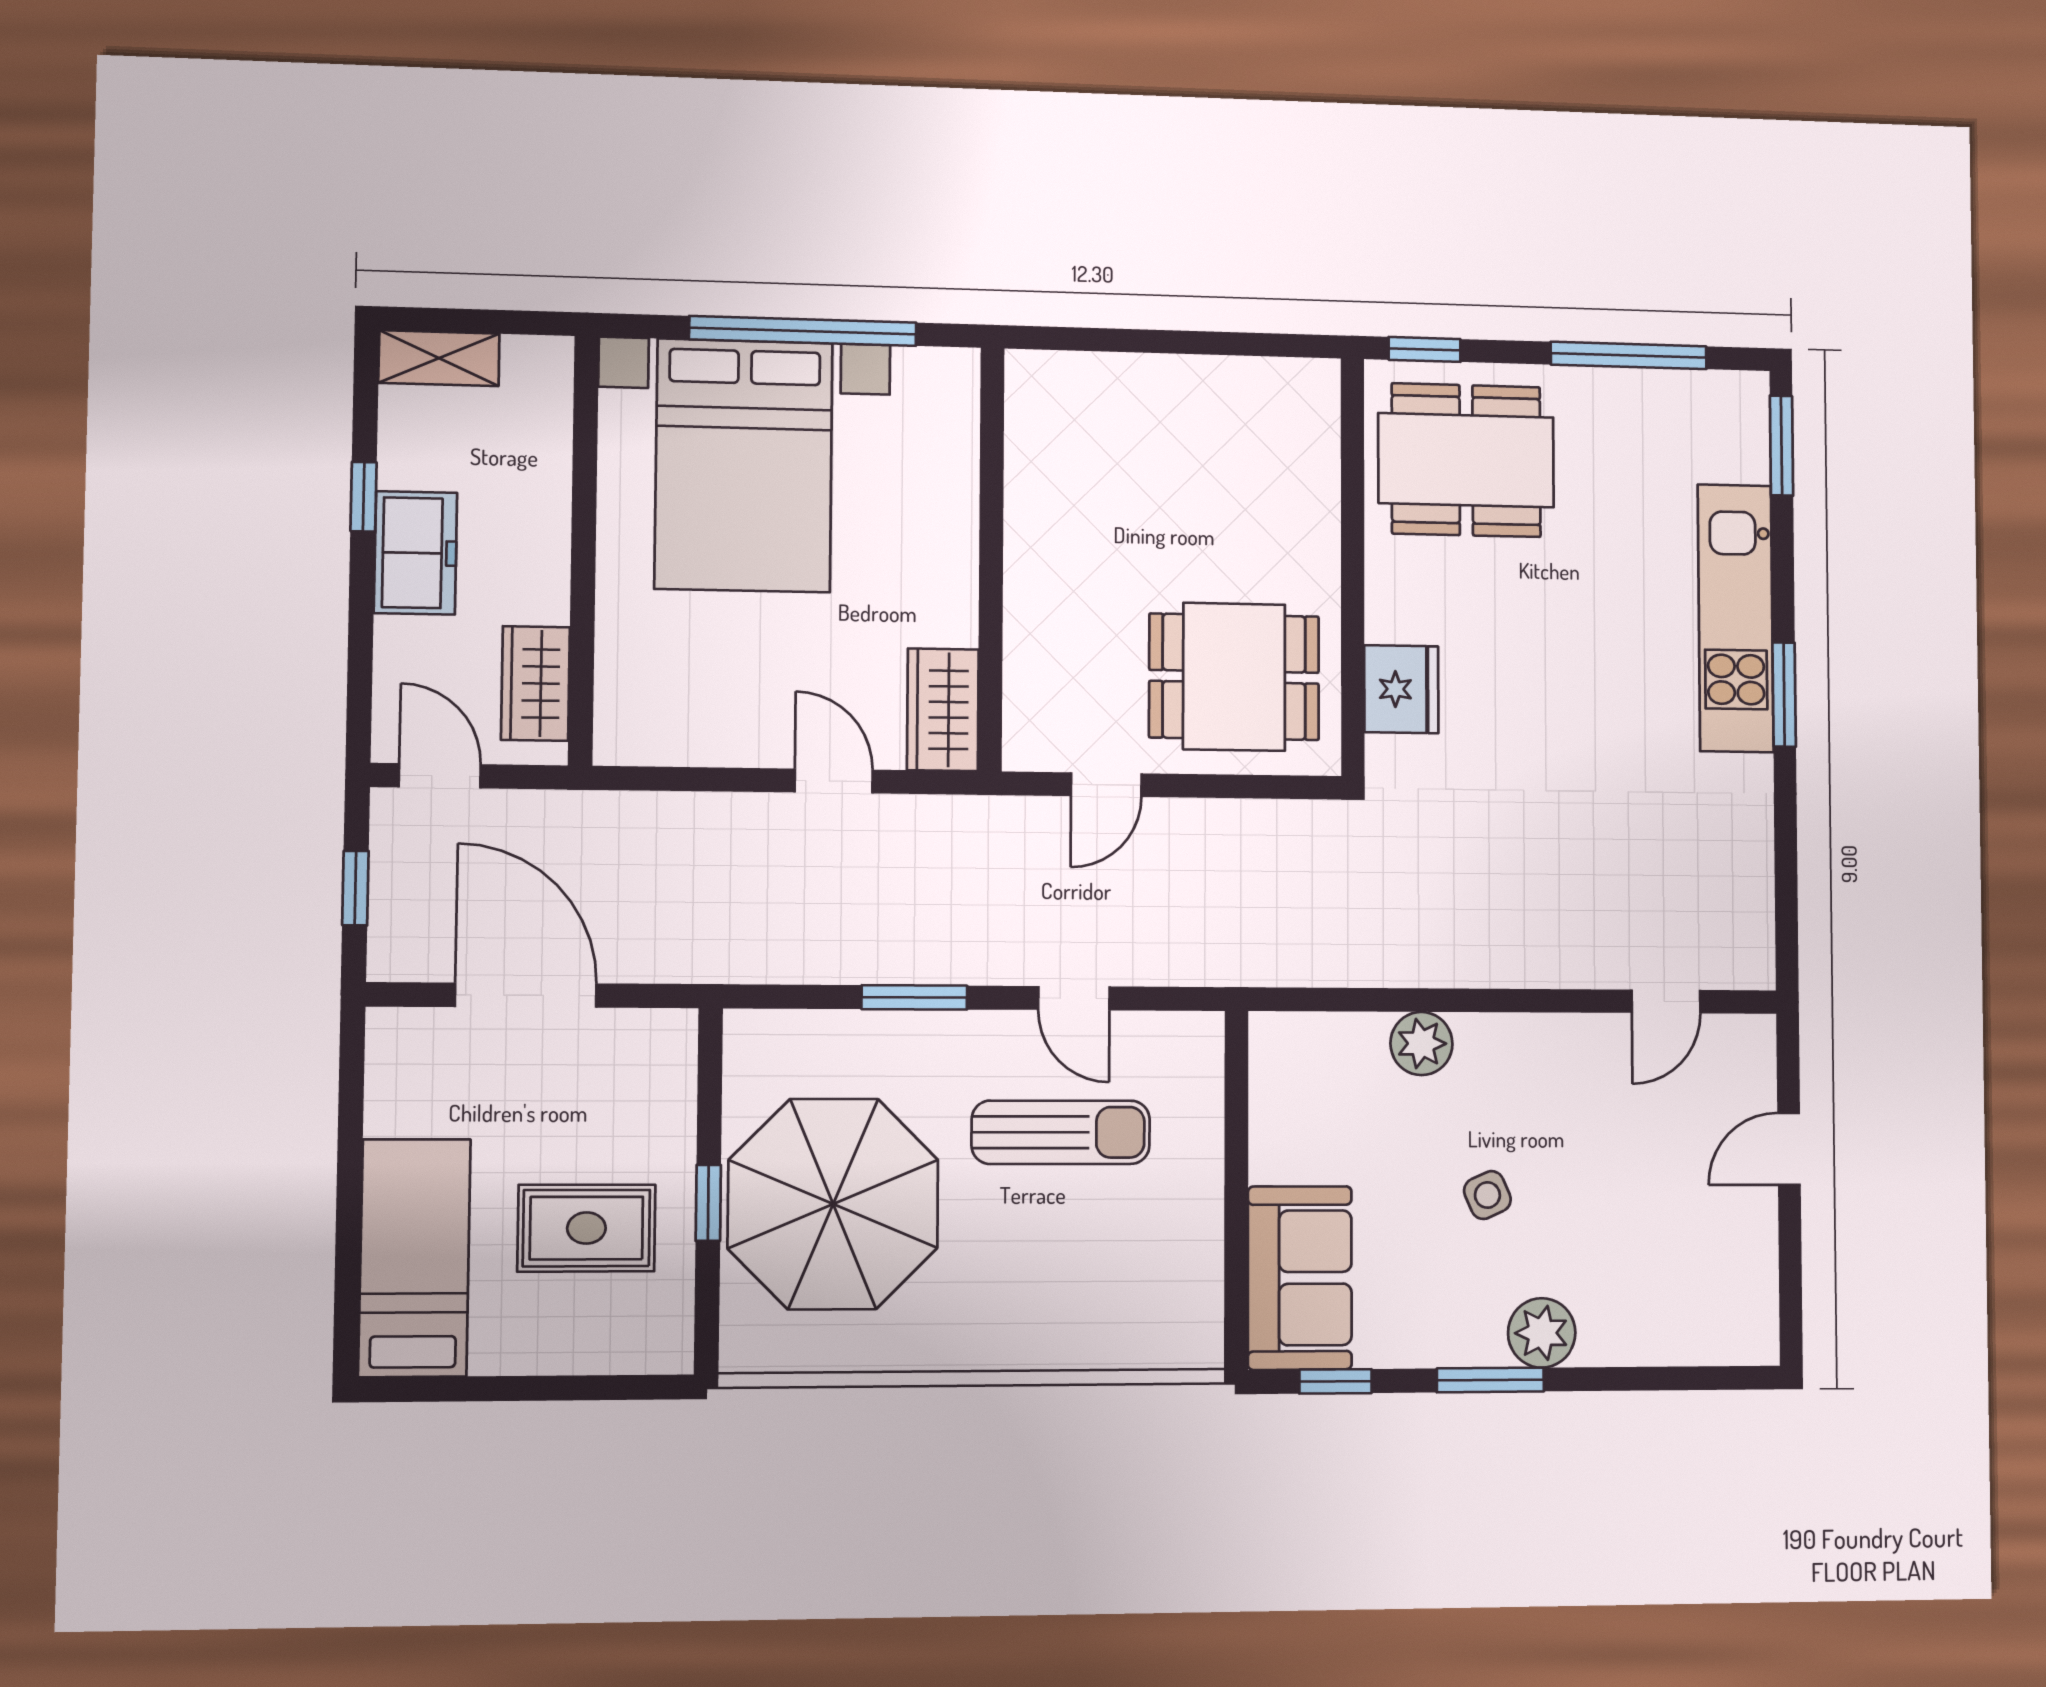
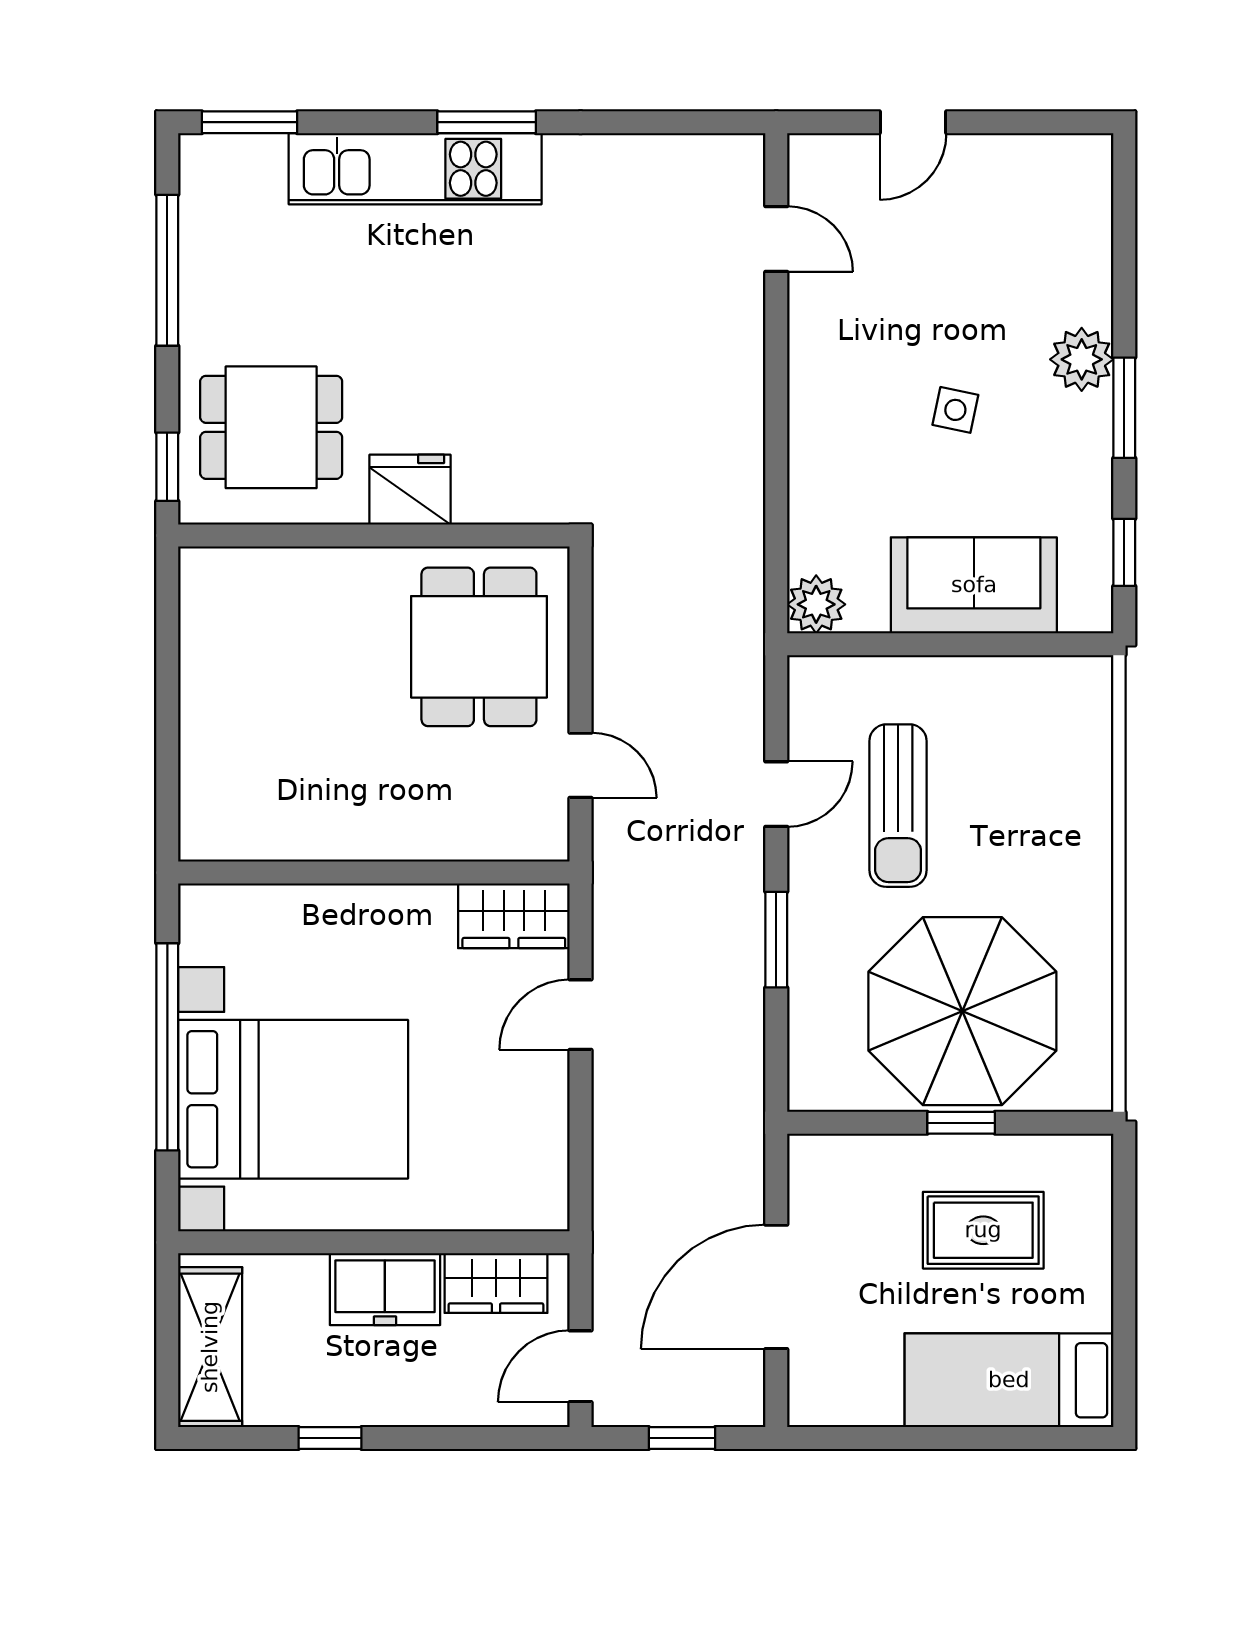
shelving: (439, 358) -> (210, 1347), width x1.50, depth x1.33
dining table: (1466, 460) -> (271, 427), width x0.73
freezer: (416, 553) -> (385, 1289), moved, turned 180
fridge: (1401, 689) -> (410, 490), moved
plant: (1421, 1044) -> (816, 604), moved
sun lounger: (1061, 1132) -> (898, 806), turned 180
door: (1789, 1149) -> (913, 122), hinge flipped
side table: (1487, 1195) -> (955, 410), turned 36
rug: (586, 1228) -> (983, 1230), turned 90
sofa: (1300, 1278) -> (974, 585), moved

